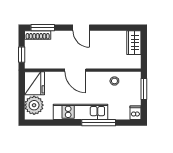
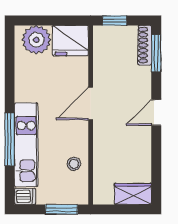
kitchen unit: (81, 112) -> (26, 145), moved

